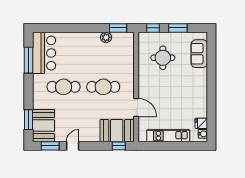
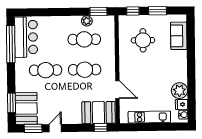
cafe table: (103, 56) -> (84, 39), added
window: (28, 60) -> (11, 44), width x1.46
plant: (199, 109) -> (179, 91), added

